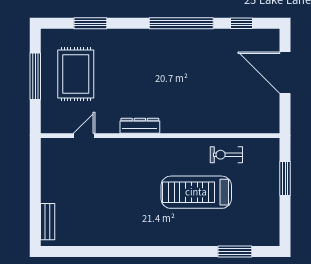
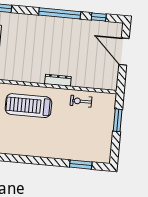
dresser: (140, 126) -> (58, 80), moved
treadmill: (196, 192) -> (28, 106), moved

